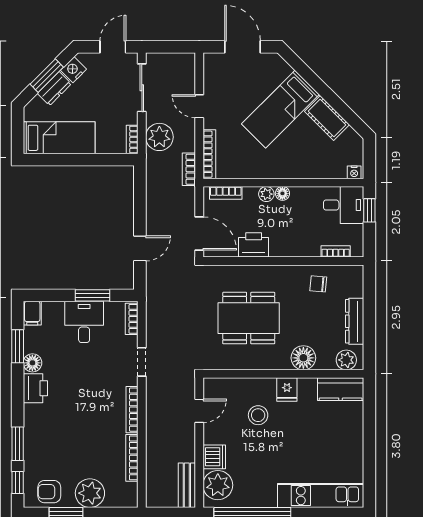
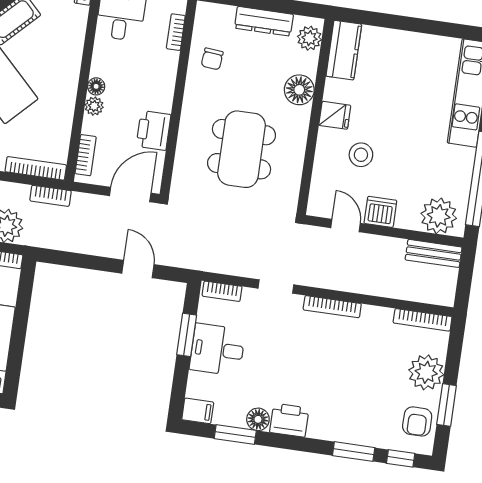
dishwasher: (214, 457) -> (380, 212), moved
bookcase: (132, 458) -> (423, 320), moved

